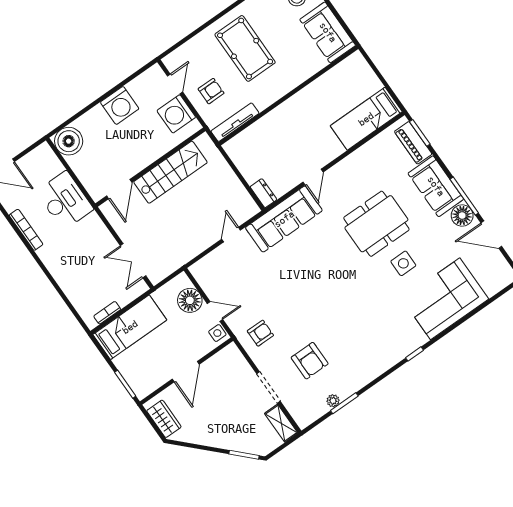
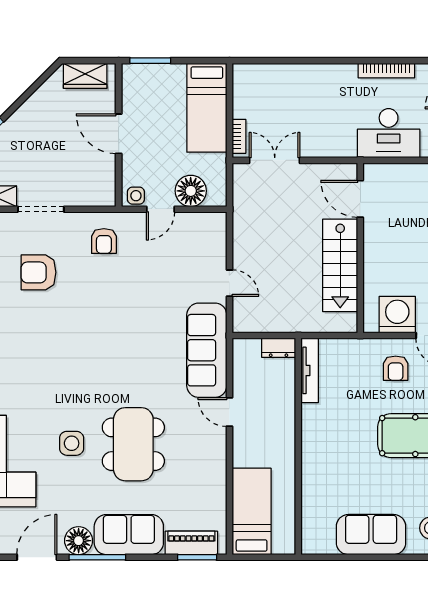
wall: (288, 95) -> (298, 446), moved
tv unit: (235, 122) -> (310, 370), moved
dresser: (263, 193) -> (279, 348), moved
bookcase: (107, 313) -> (239, 136), moved

